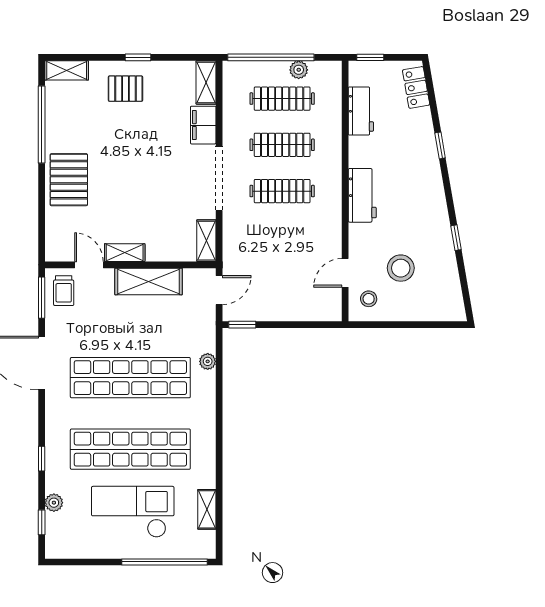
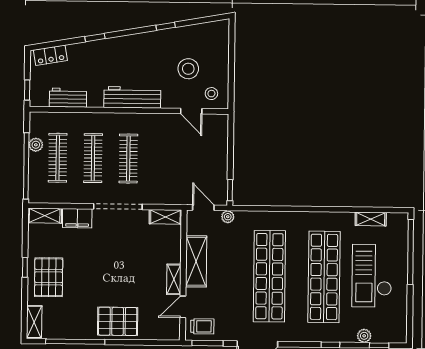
pallet: (125, 89) -> (49, 277), width x1.50, depth x1.42
workbench: (362, 195) -> (132, 97), width x1.38
plant: (208, 361) -> (228, 217), moved

